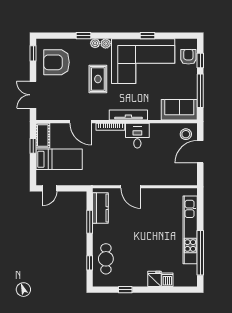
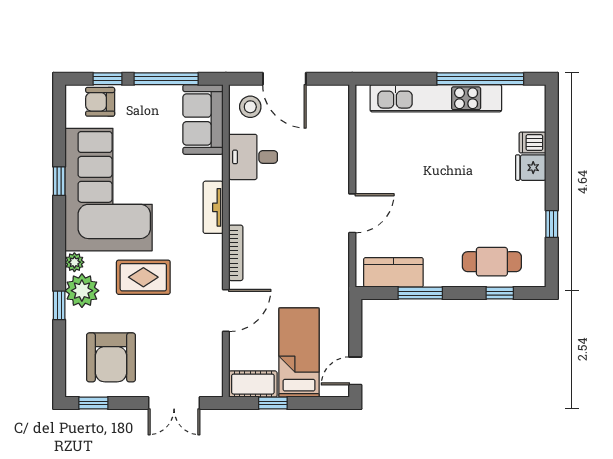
plant: (95, 43) -> (82, 291), width x1.87, depth x1.87
tv unit: (128, 115) -> (213, 207), width x0.71
desk: (137, 136) -> (253, 157), moved
door: (50, 188) -> (355, 371), swing flipped

